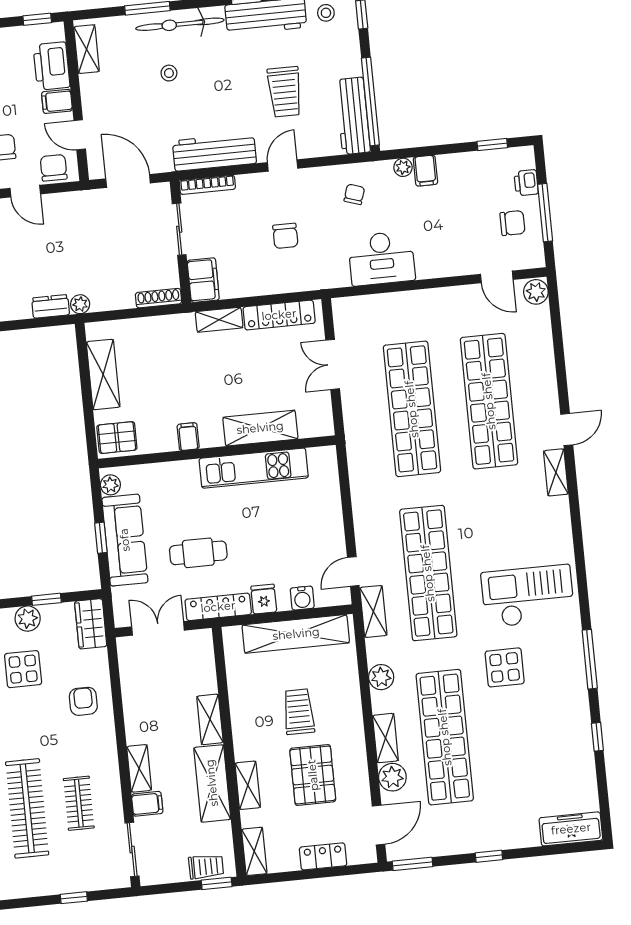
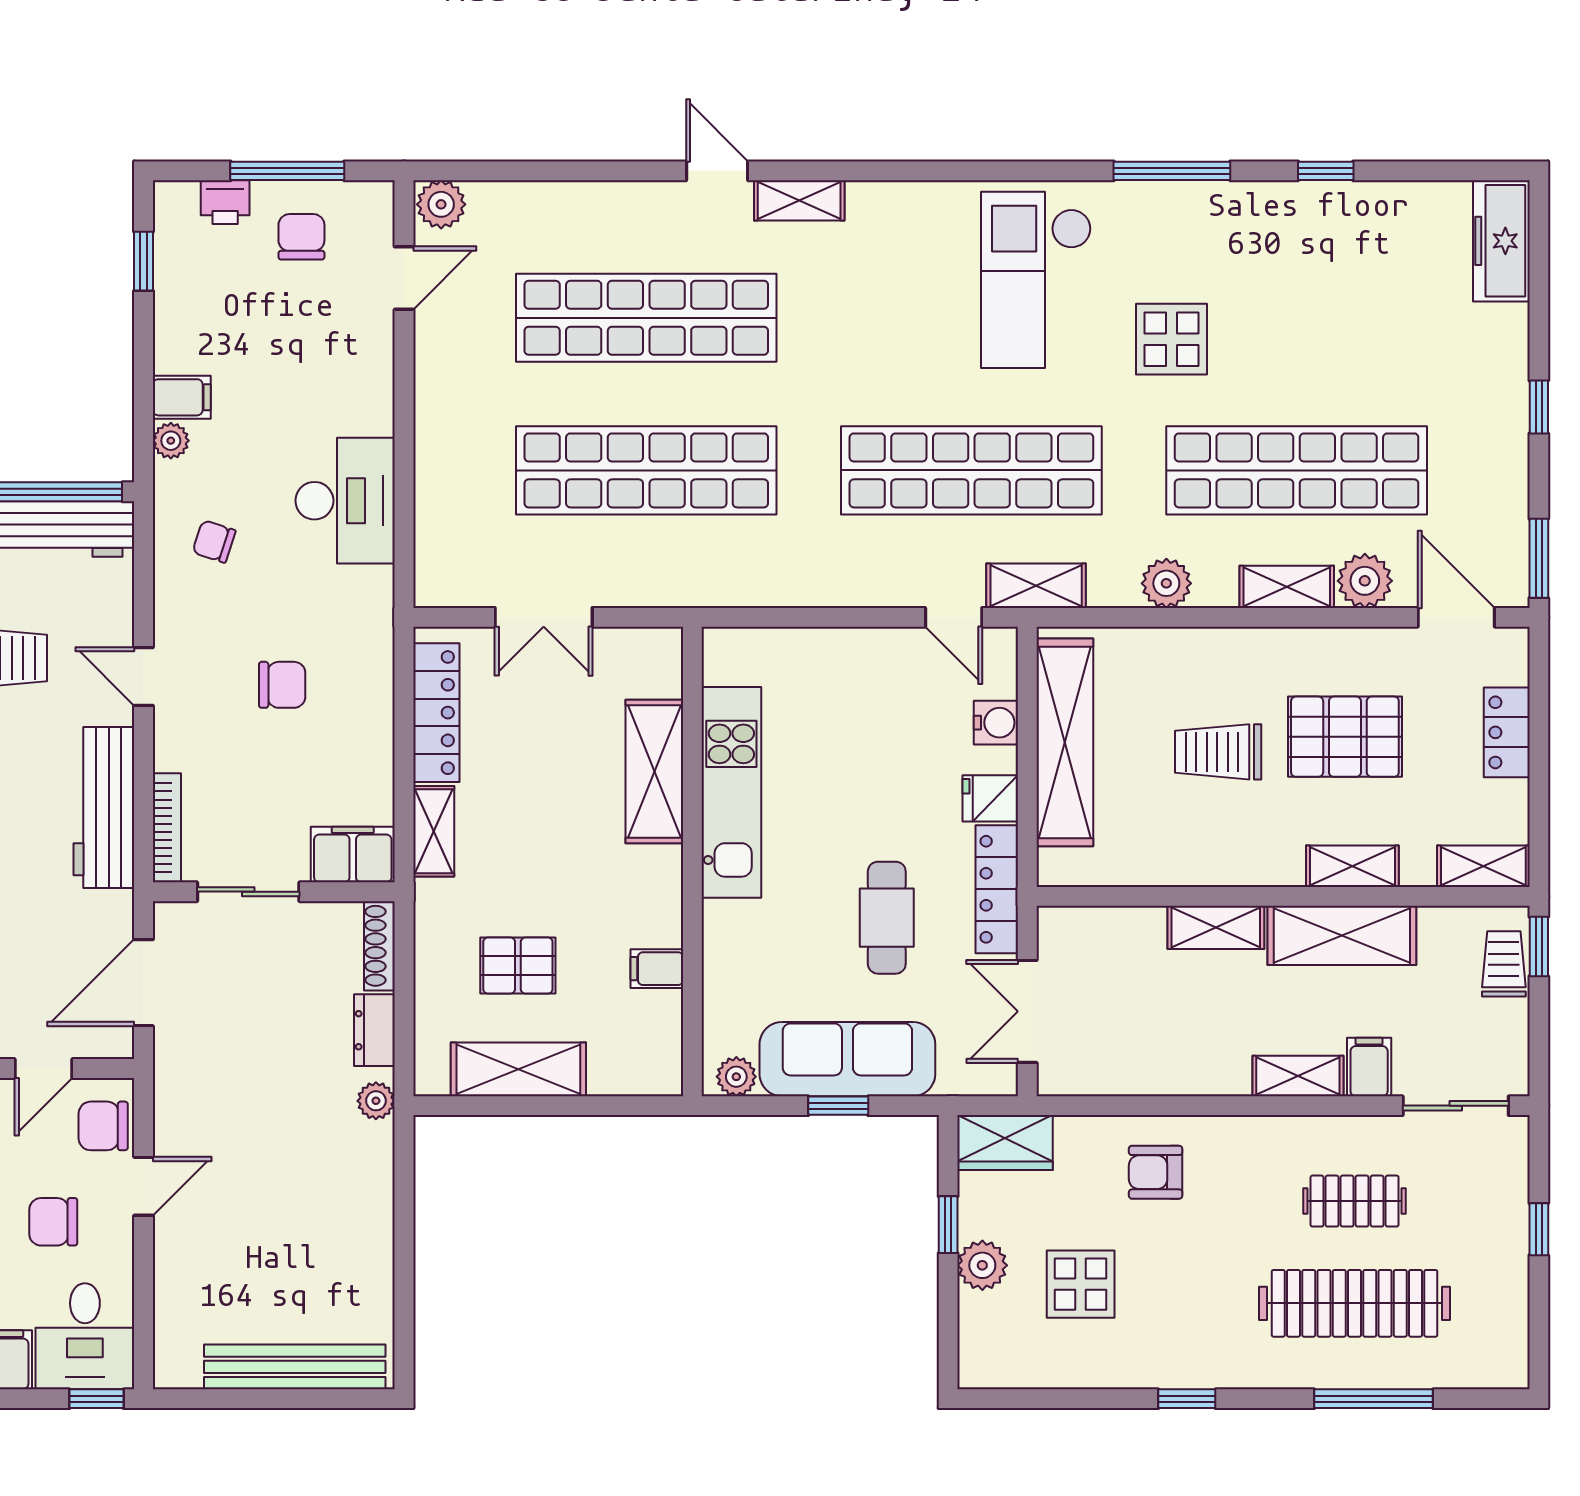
dresser: (51, 306) -> (374, 1030), moved
filing cabinet: (188, 437) -> (657, 969), moved
pallet: (117, 438) -> (518, 966), moved, turned 90

